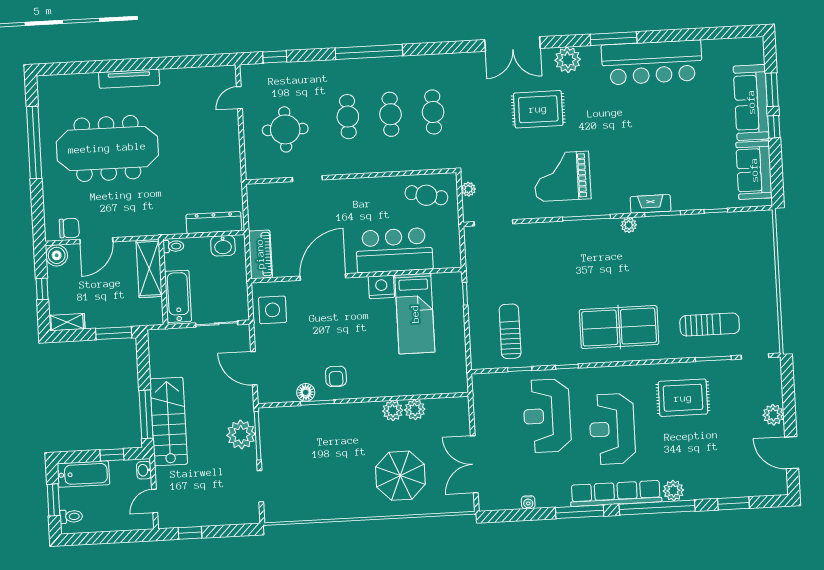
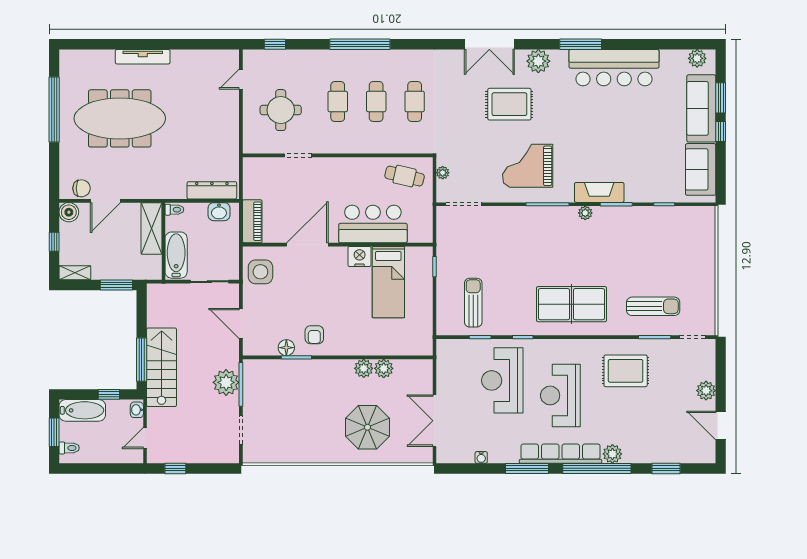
plant: (744, 47) -> (697, 58), added
fireplace: (651, 204) -> (599, 192), width x1.37, depth x1.32

